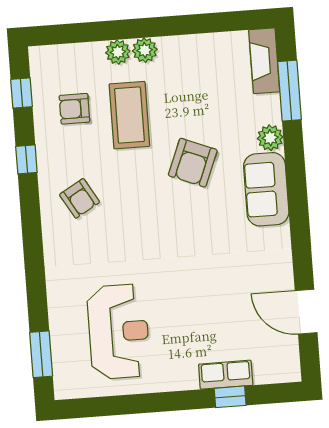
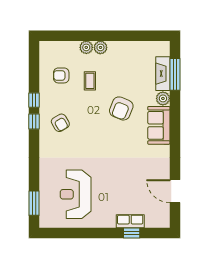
fireplace: (264, 61) -> (163, 74), moved
window: (21, 93) -> (34, 121), moved
coffee table: (129, 115) -> (90, 81), width x0.54, depth x0.58
reception desk: (119, 332) -> (76, 194), turned 180

